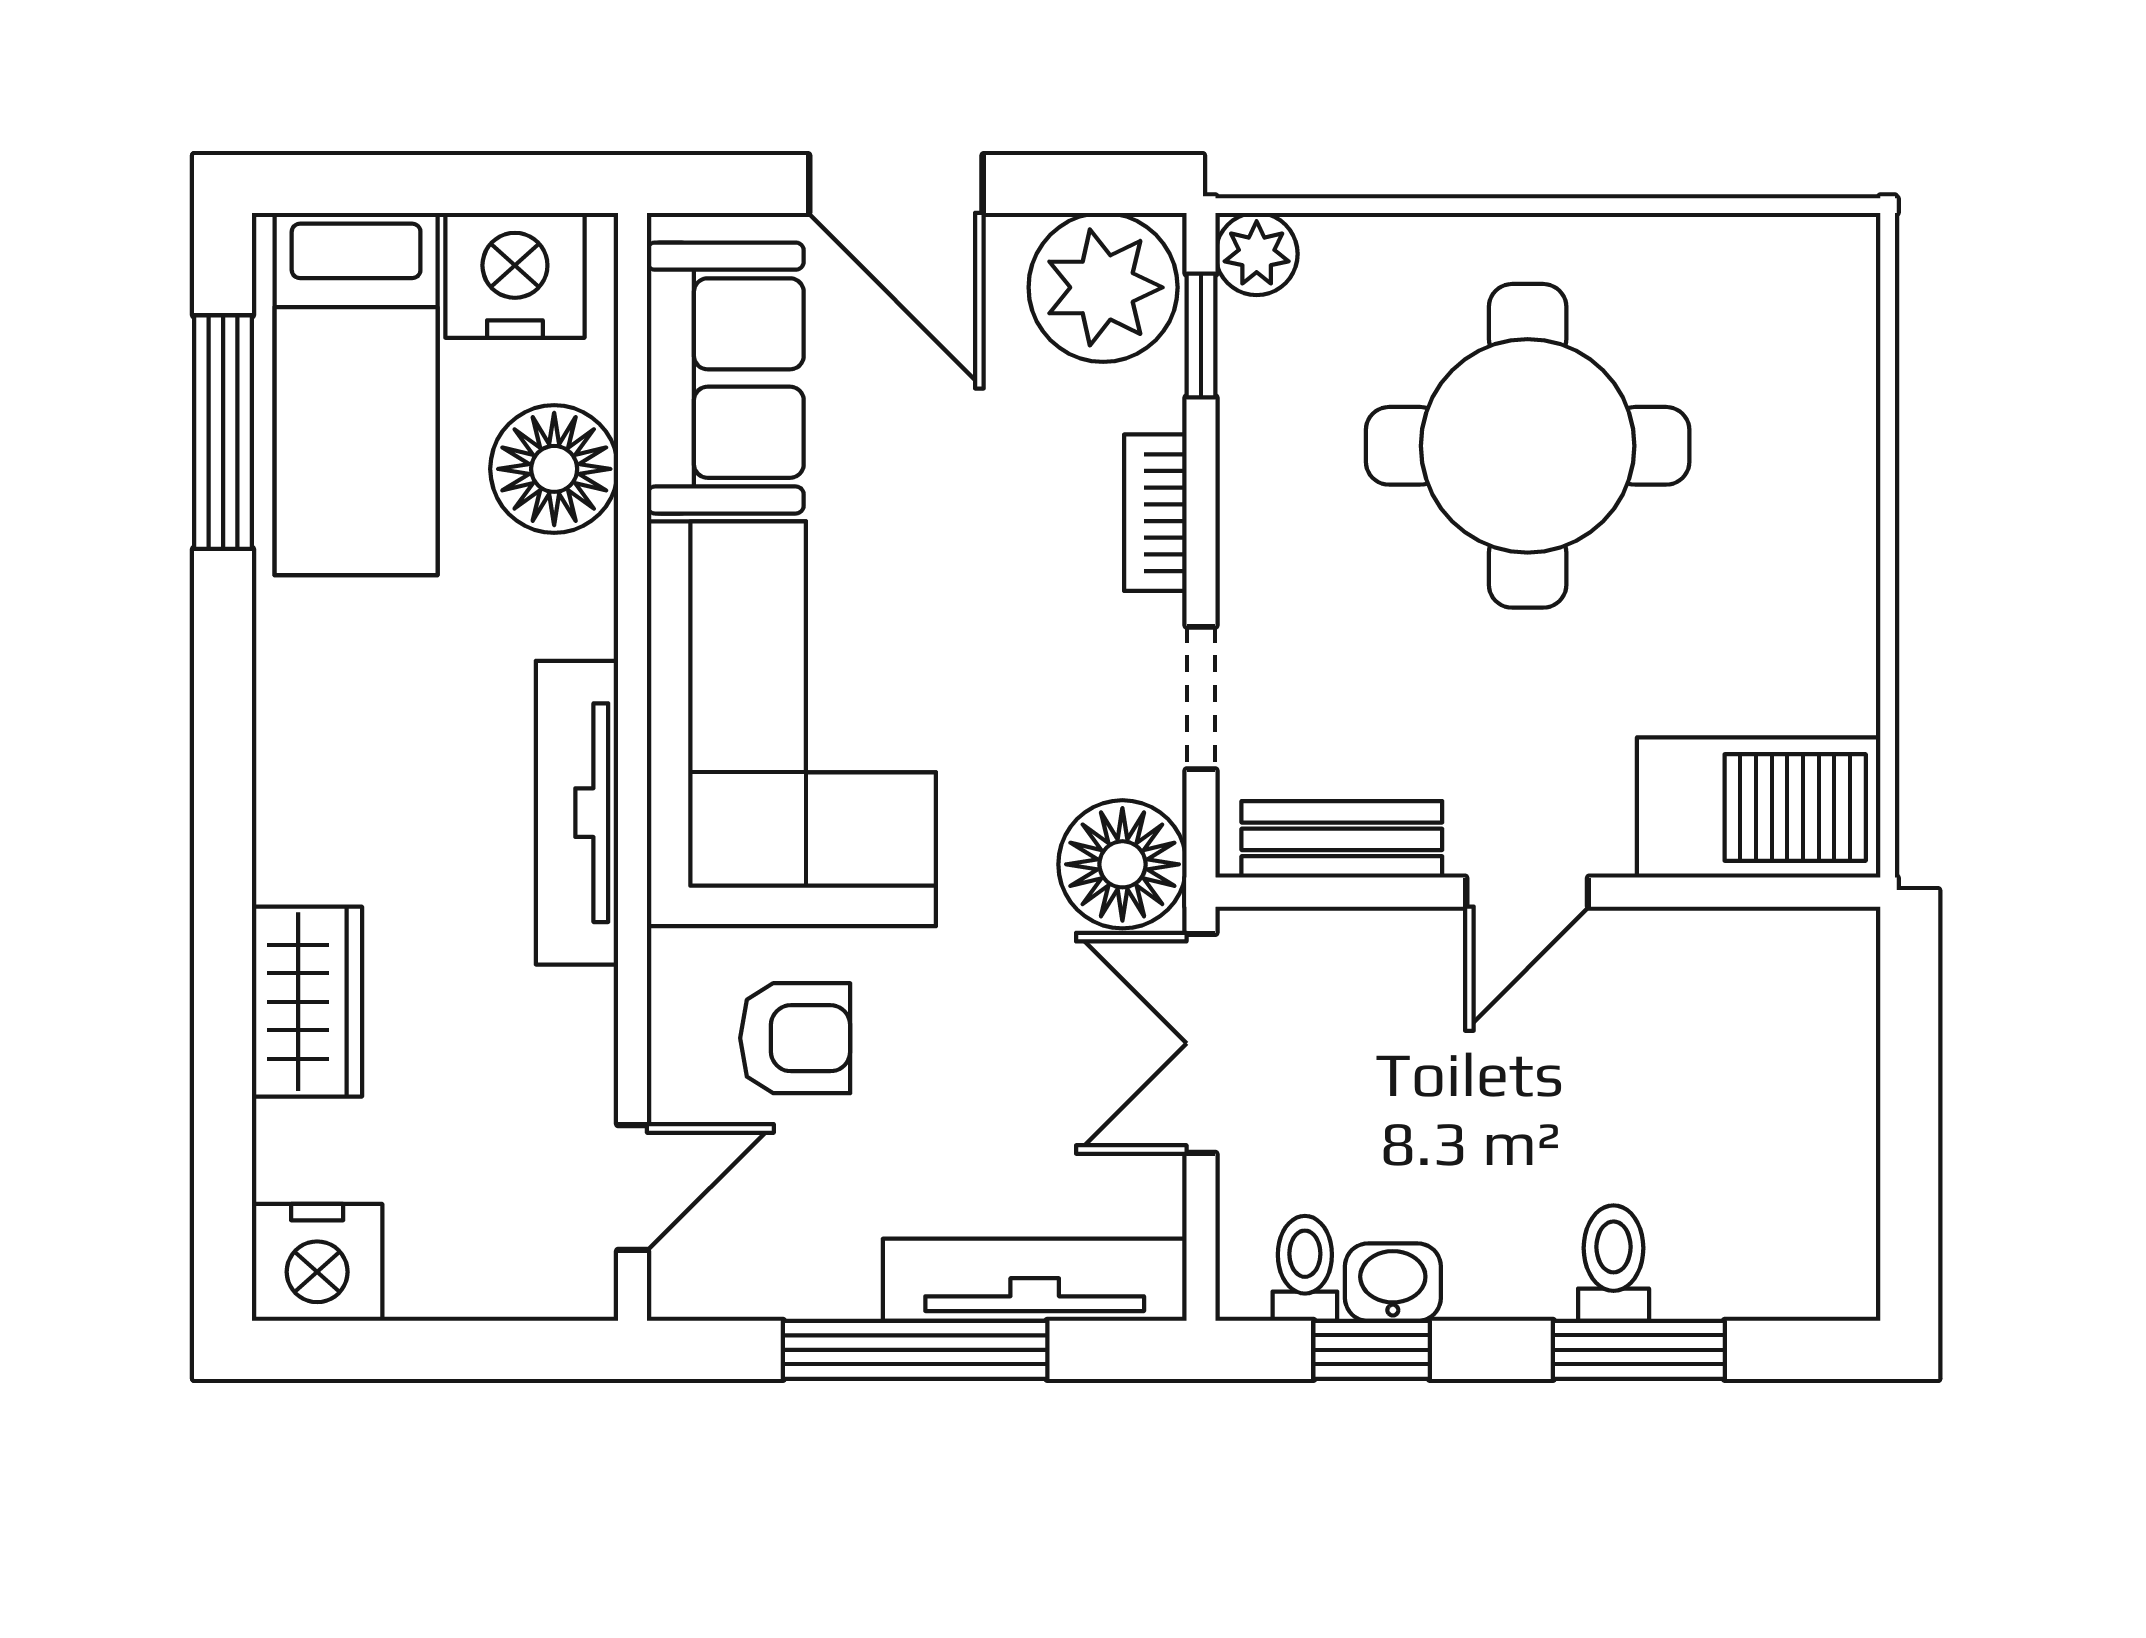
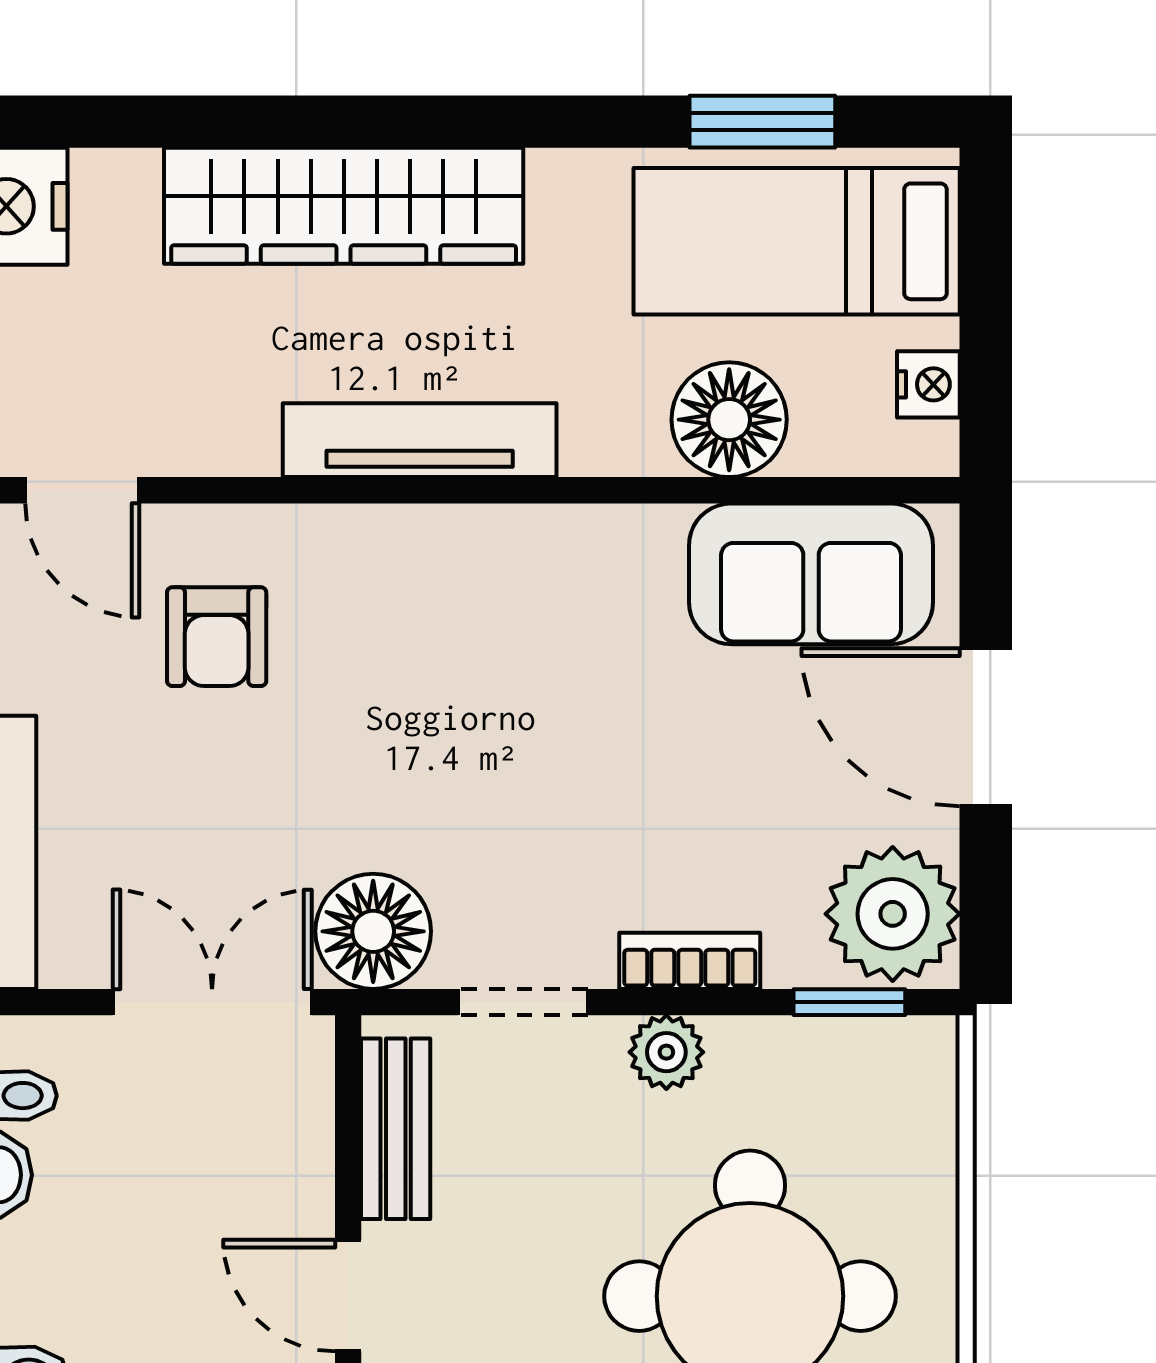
door: (896, 184) -> (986, 727), hinge flipped
plant: (1257, 254) -> (666, 1052), moved
nightstand: (515, 275) -> (928, 384), width x0.53, depth x0.56
window: (223, 432) -> (762, 122), width x0.69
corner sofa: (791, 724) -> (500, 633), removed
wardrobe: (307, 1002) -> (344, 206), width x2.10, depth x1.17

